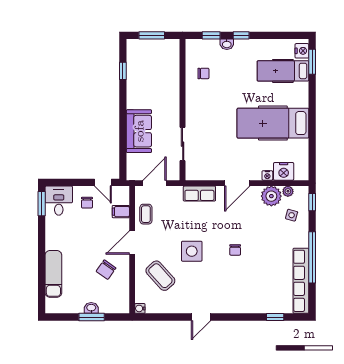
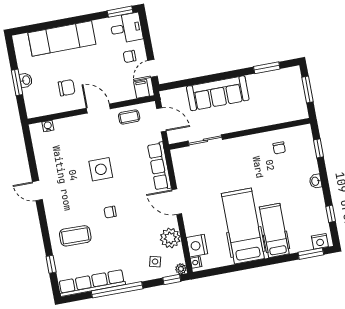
window: (241, 35) -> (331, 214), moved
washbasin: (227, 44) -> (315, 181), moved
window: (123, 71) -> (267, 68), width x1.50
hospital bed: (283, 71) -> (274, 230), moved
sofa: (139, 131) -> (218, 93), width x1.36
nightstand: (267, 175) -> (196, 262), moved
plant: (288, 191) -> (181, 269), moved
row of seats: (199, 194) -> (159, 166), width x1.48
filing cabinet: (121, 212) -> (142, 89), moved
chair: (106, 270) -> (67, 88), turned 145
exam couch: (53, 274) -> (62, 39), width x1.36, depth x1.45
coffee table: (160, 276) -> (75, 236), moved, turned 43
water cooler: (140, 308) -> (48, 126), moved

